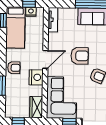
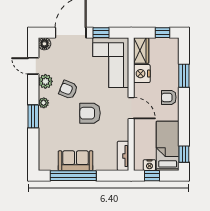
door: (45, 59) -> (131, 108), swing flipped
nightstand: (36, 77) -> (142, 74), moved

